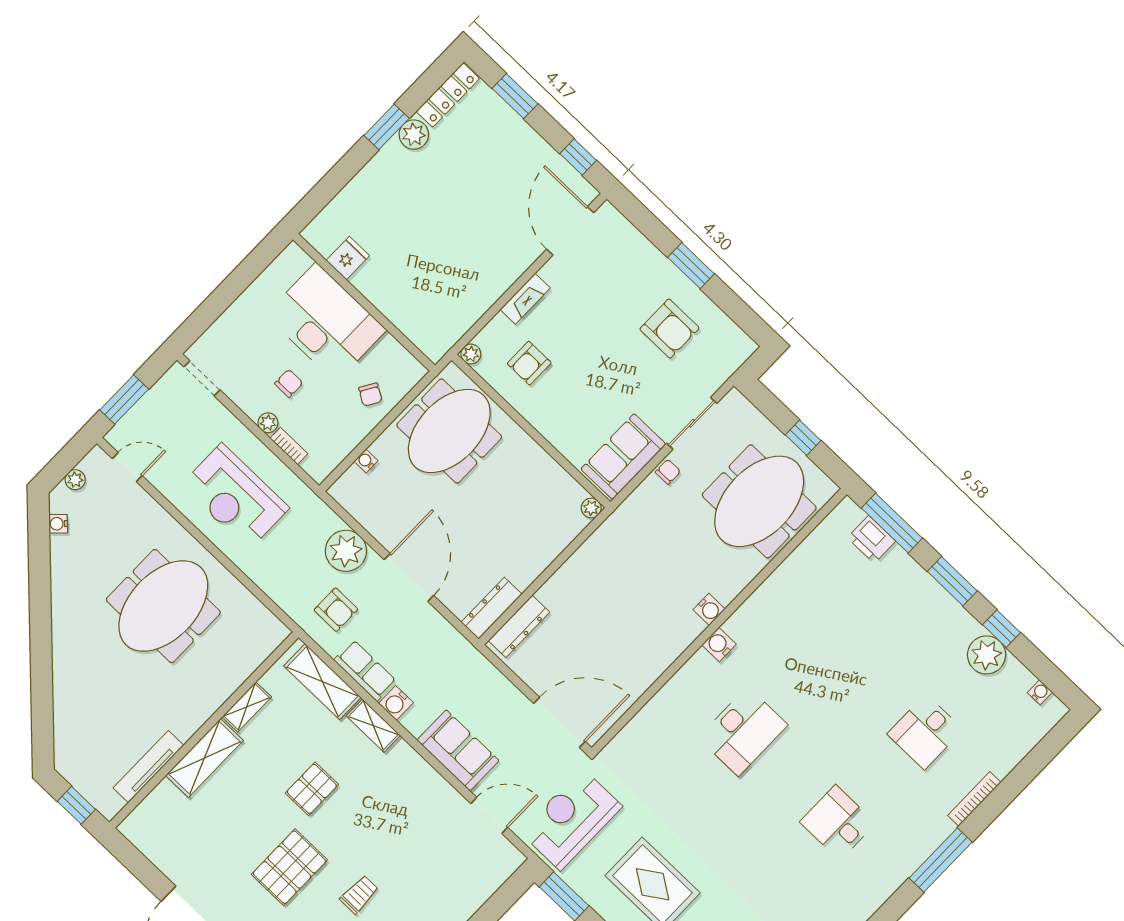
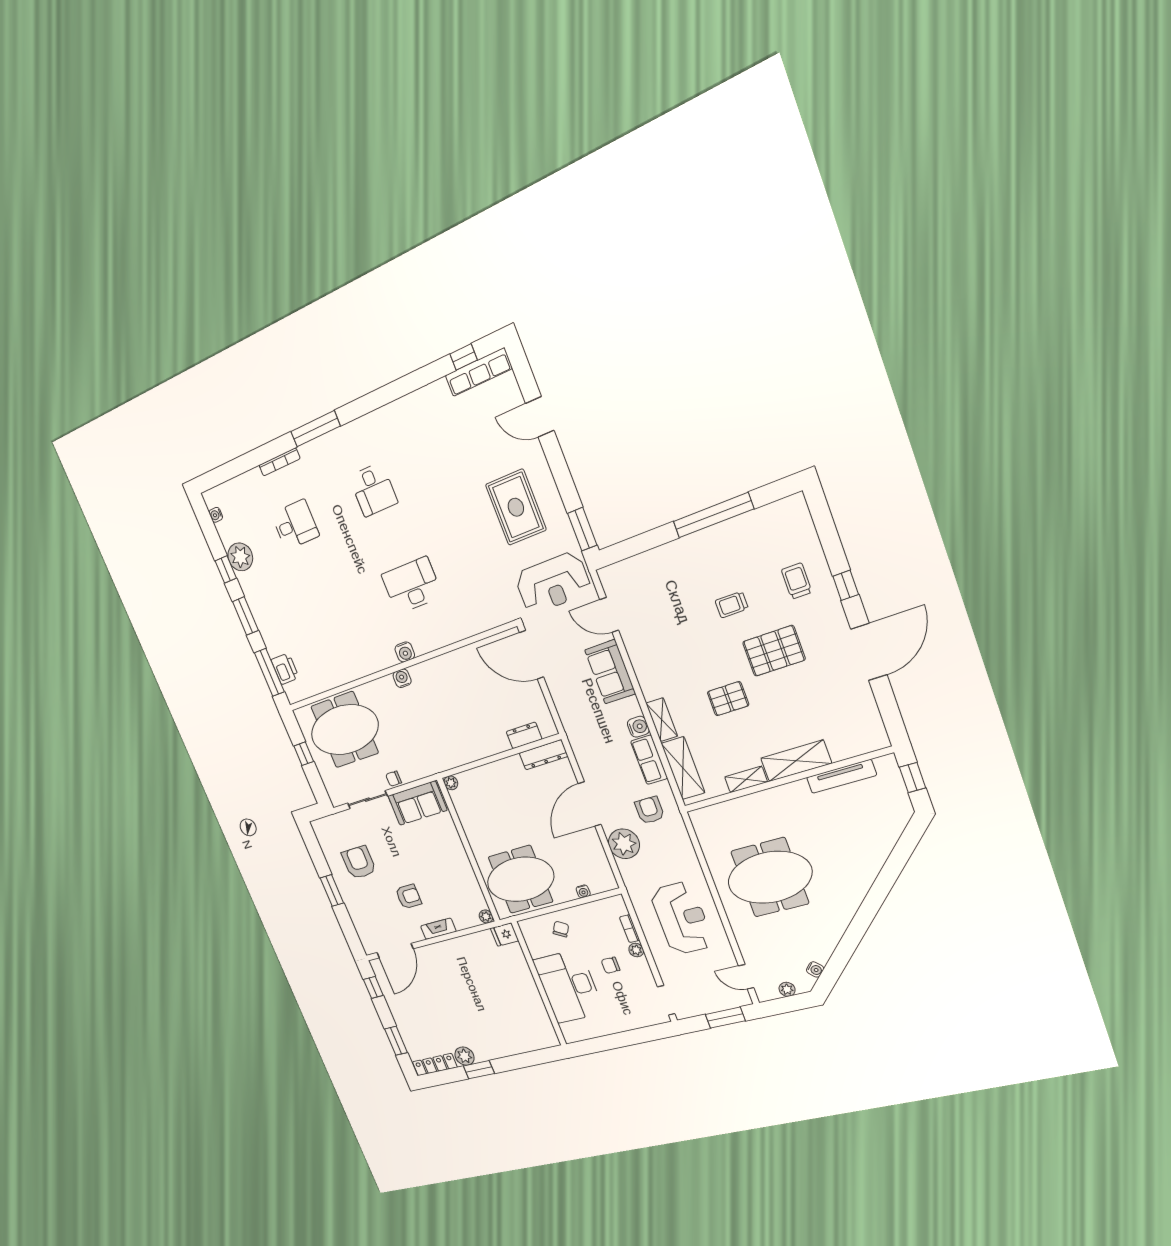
fridge: (348, 258) -> (505, 935), moved
armchair: (529, 363) -> (408, 896), moved
dresser: (519, 626) -> (524, 735), width x0.70

